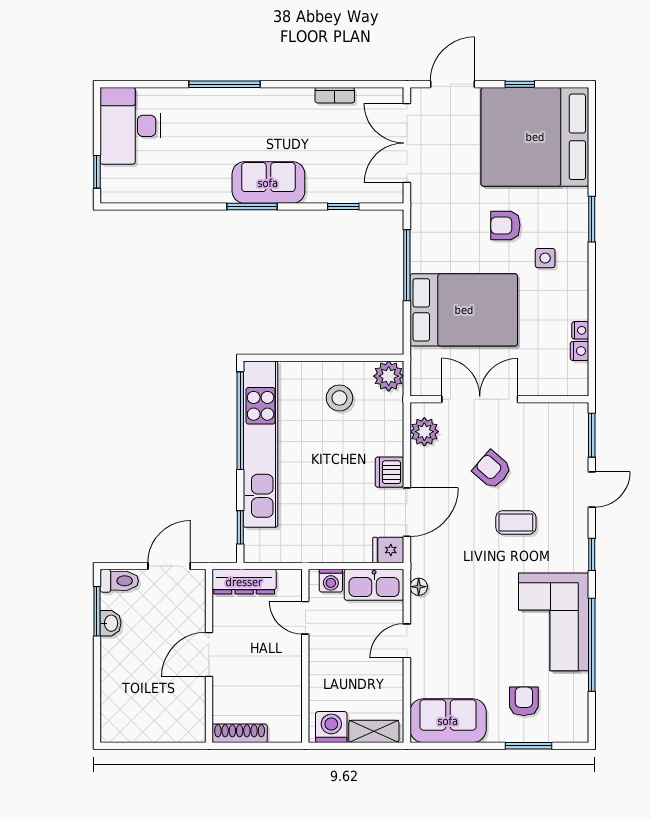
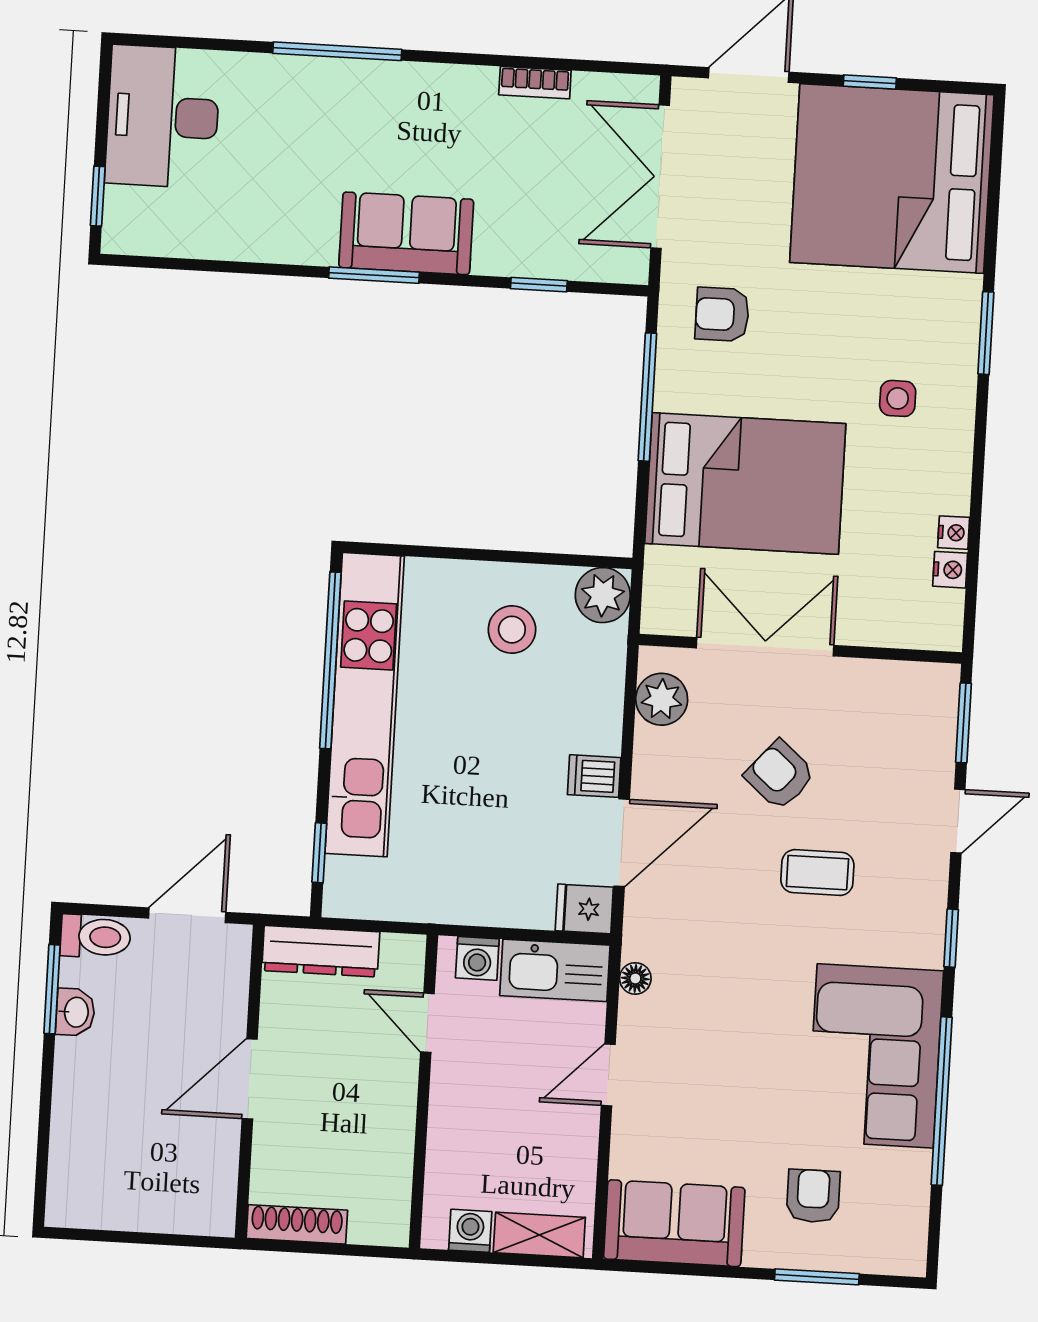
armchair: (505, 225) -> (722, 314), moved
dishwasher: (390, 472) -> (594, 776), width x0.73
washing machine: (331, 727) -> (470, 1231), width x0.73, depth x0.73

